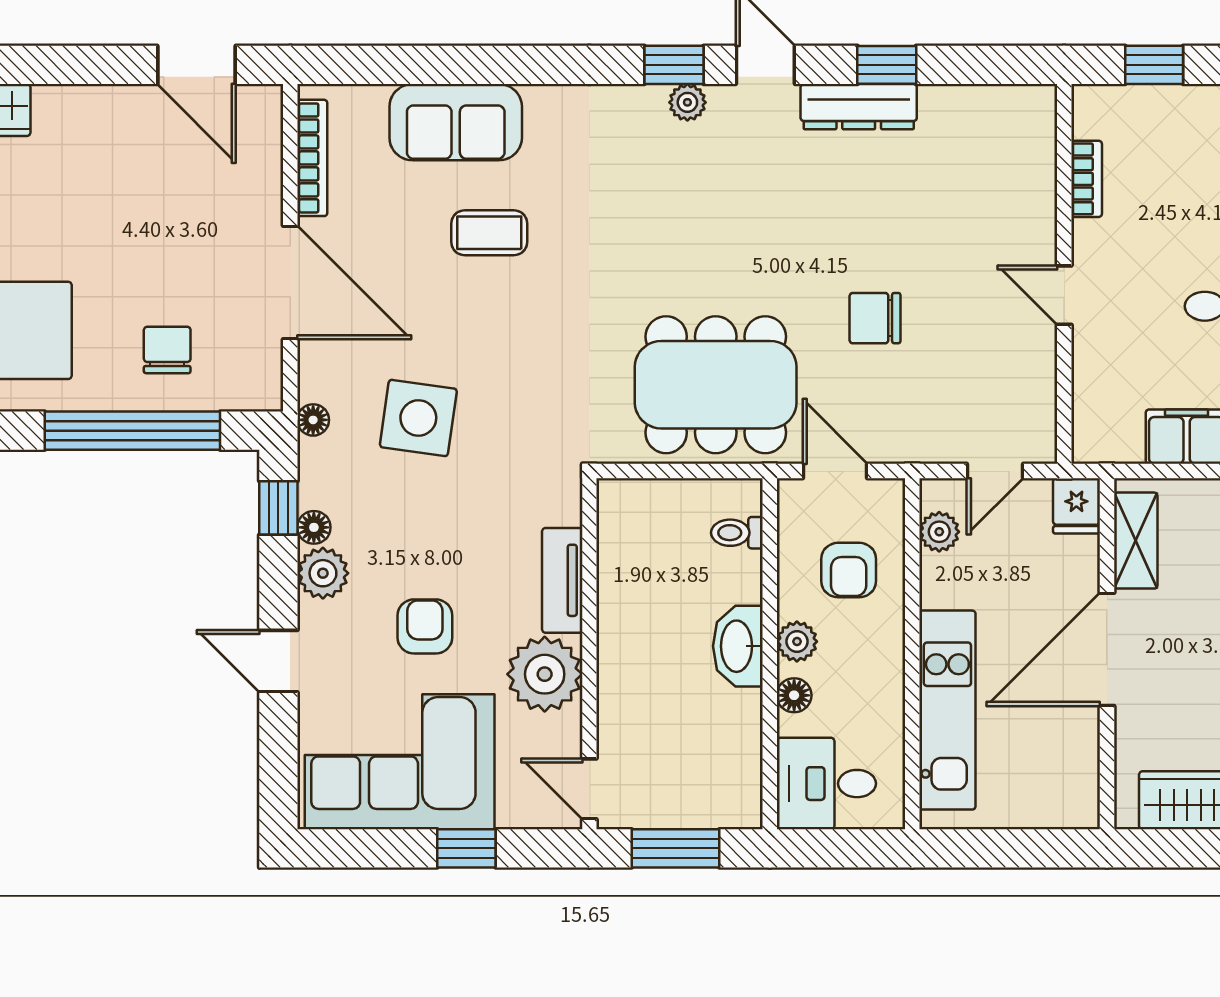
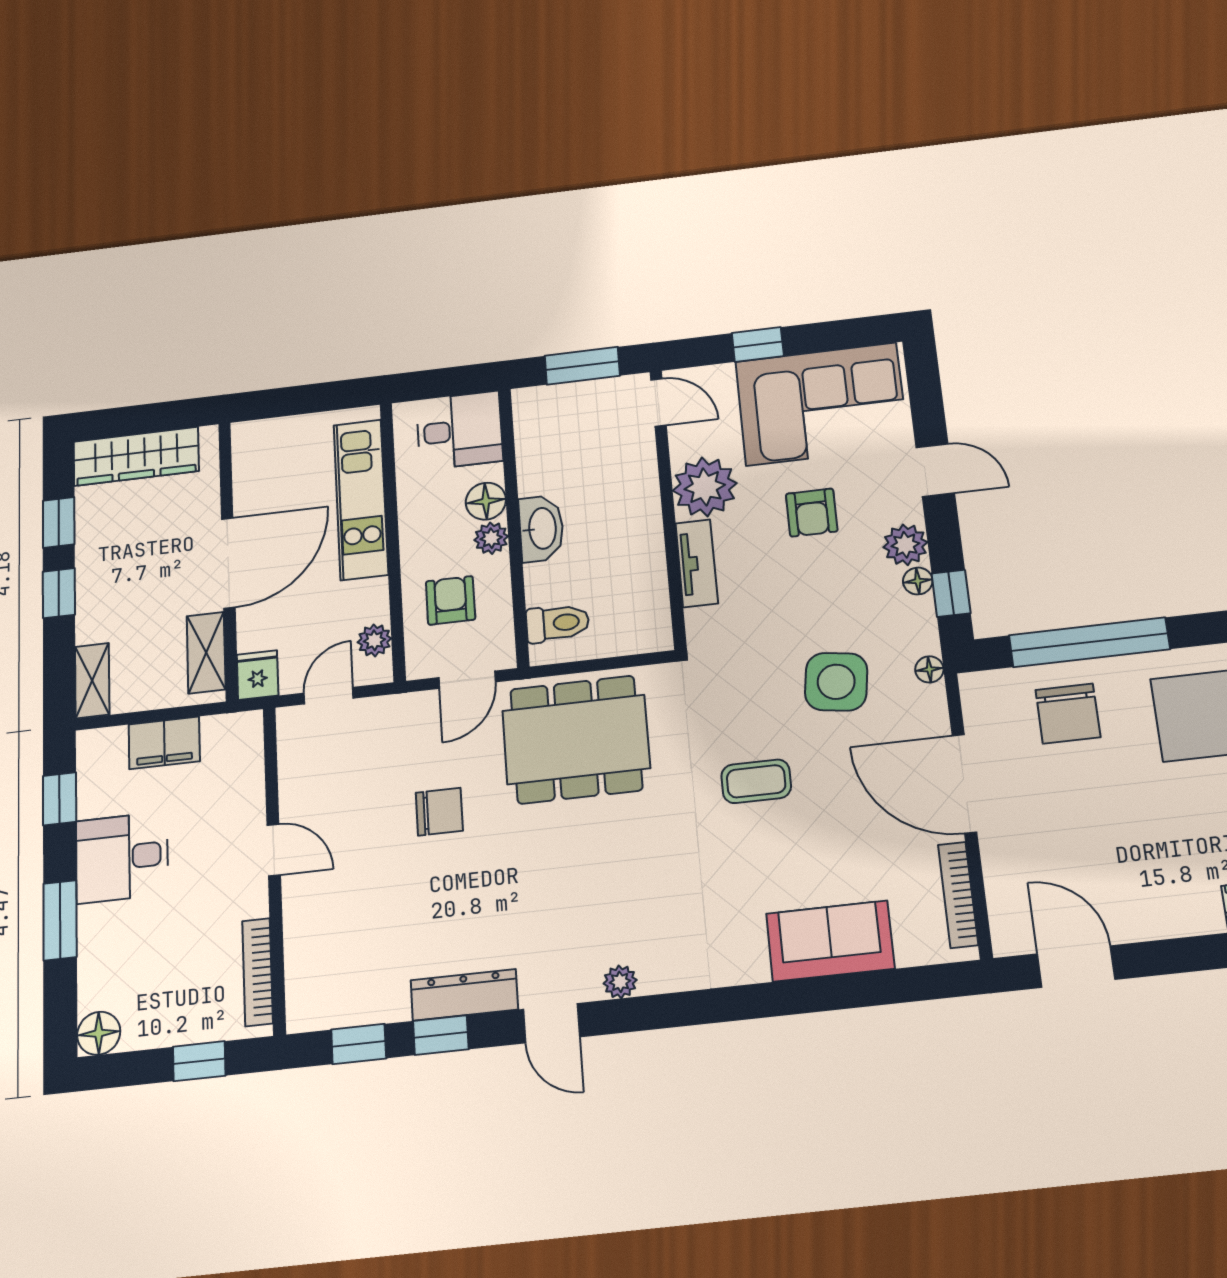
window: (674, 65) -> (359, 1044), moved
bookcase: (1087, 179) -> (258, 972), width x1.56
coffee table: (489, 233) -> (756, 781), moved
chair: (167, 350) -> (1068, 713), width x1.37, depth x1.37
door: (835, 471) -> (467, 680), hinge flipped
toilet: (737, 533) -> (558, 623), width x1.37, depth x1.39
floor lamp: (794, 695) -> (486, 501), width x1.37, depth x1.37

